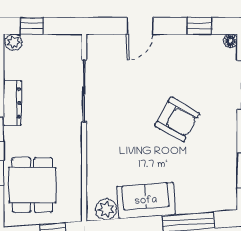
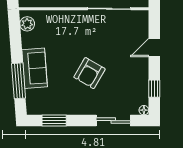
door: (140, 26) -> (154, 47), hinge flipped
sofa: (146, 201) -> (35, 68), moved

